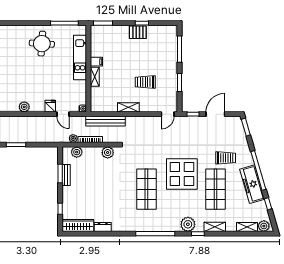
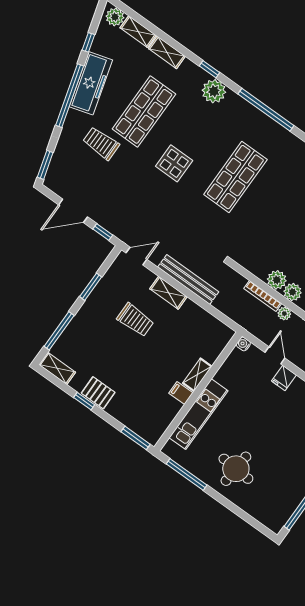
shelving: (167, 30) -> (57, 368), added
shelving: (128, 107) -> (168, 293), moved
bench: (106, 121) -> (188, 279), moved
plant: (108, 153) -> (277, 280), moved
display table: (182, 174) -> (174, 163), width x0.54, depth x0.54
shelving: (215, 227) -> (167, 52), moved

